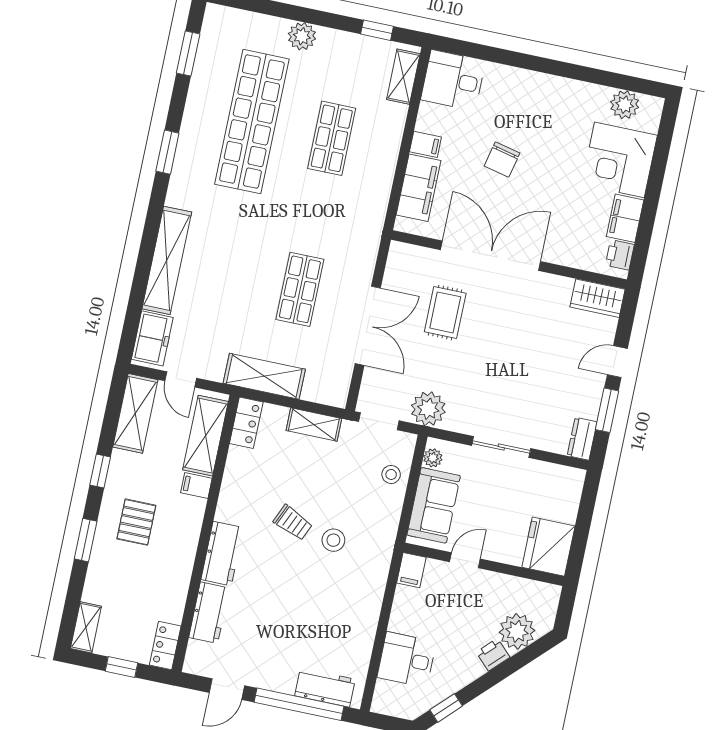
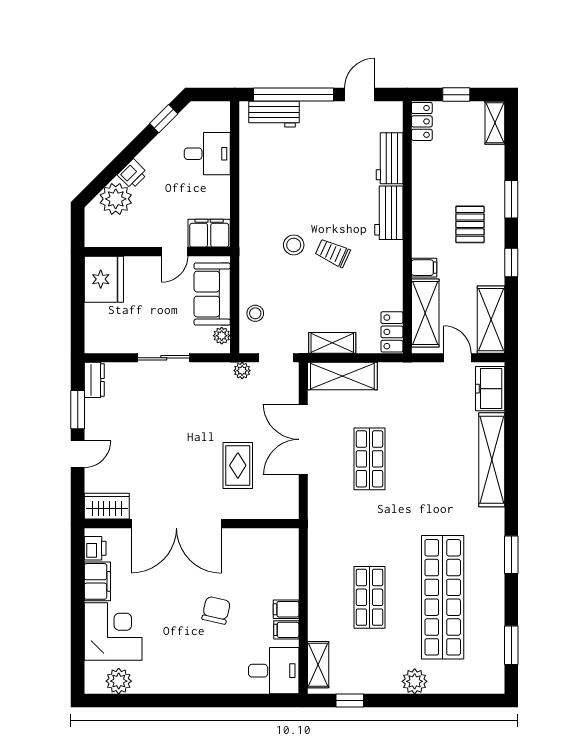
filing cabinet: (418, 188) -> (286, 630), moved, width x0.33, depth x0.86
double door: (490, 256) -> (176, 524), moved
shelving: (264, 376) -> (342, 376), moved
plant: (428, 409) -> (242, 371), width x0.53, depth x0.53
filing cabinet: (411, 570) -> (209, 233), width x2.00

